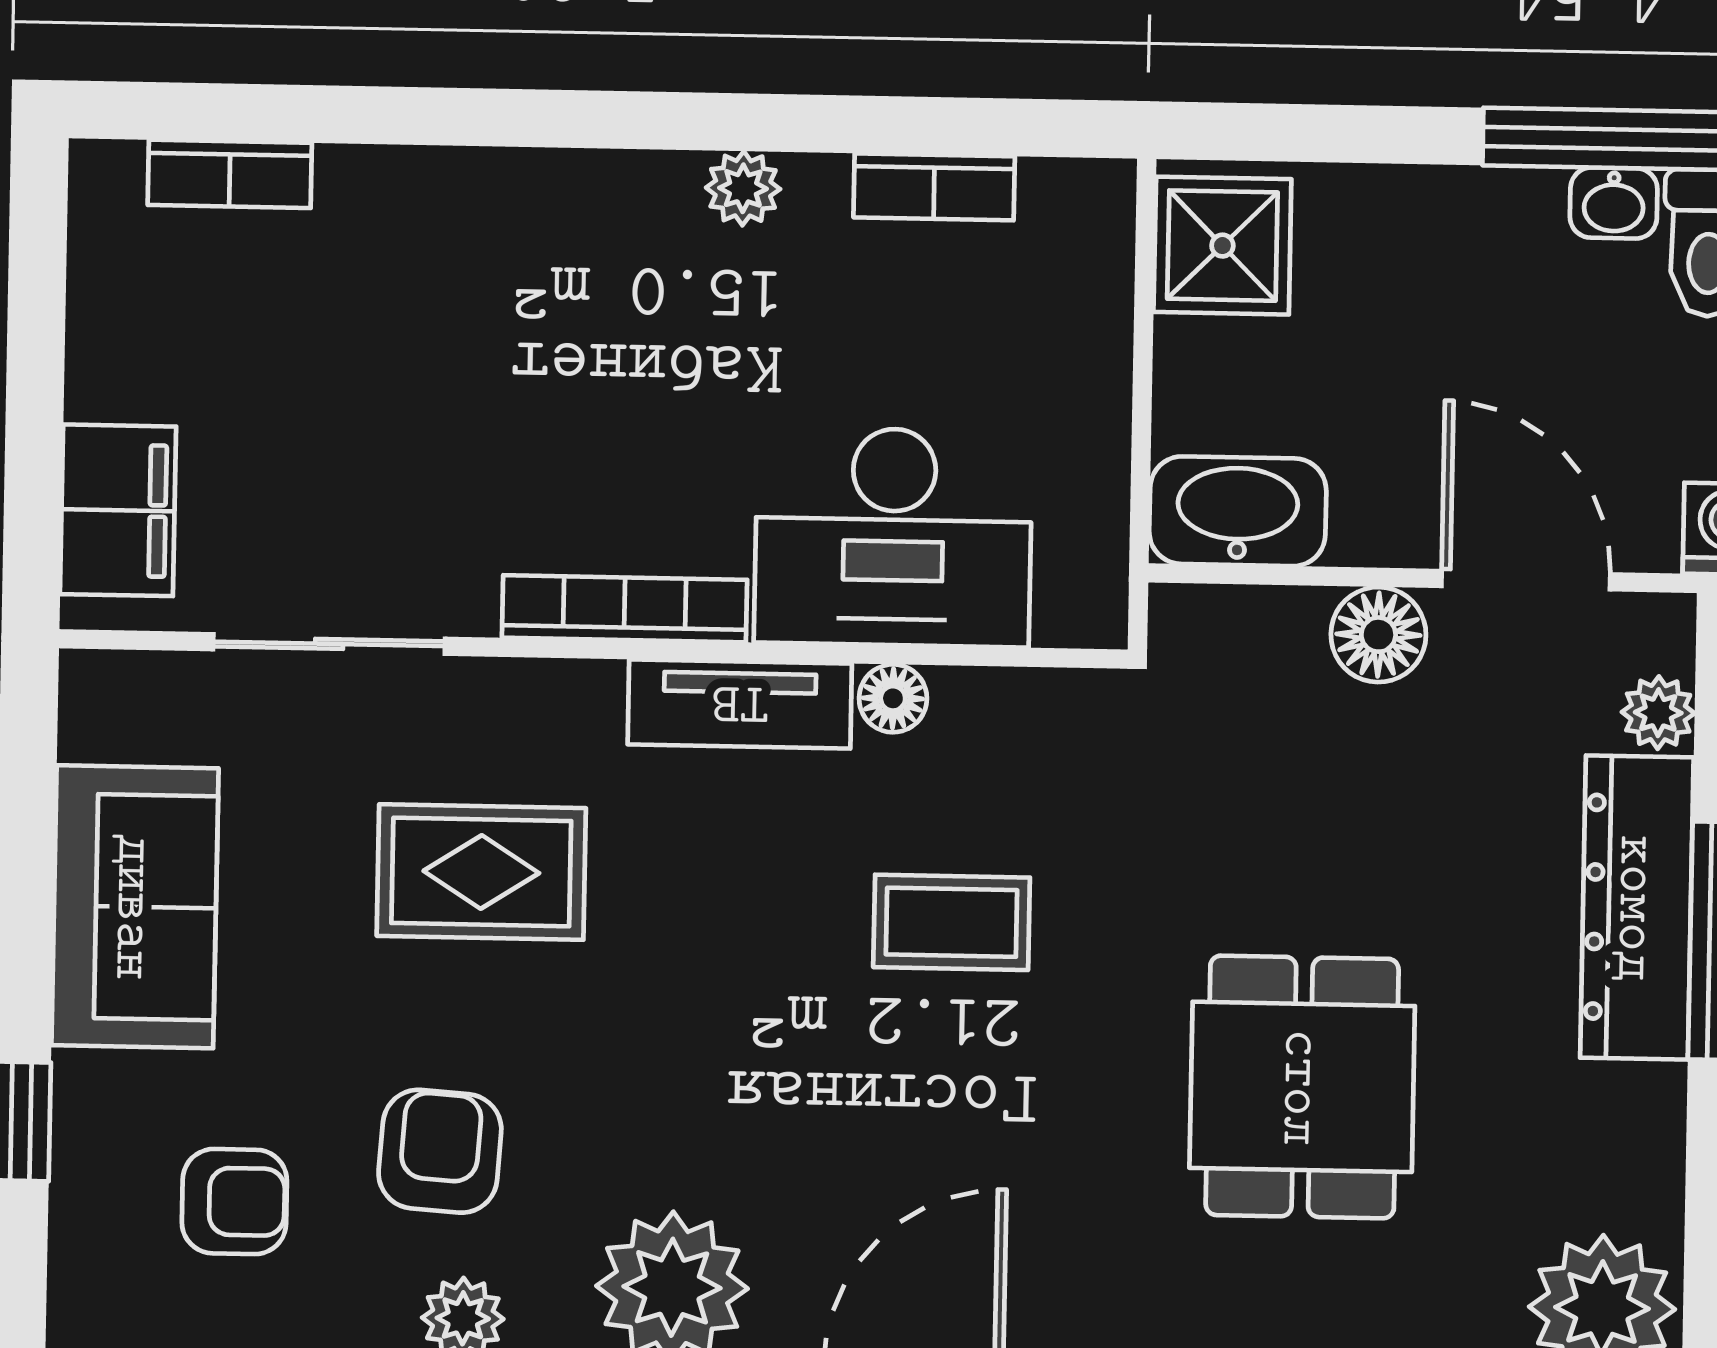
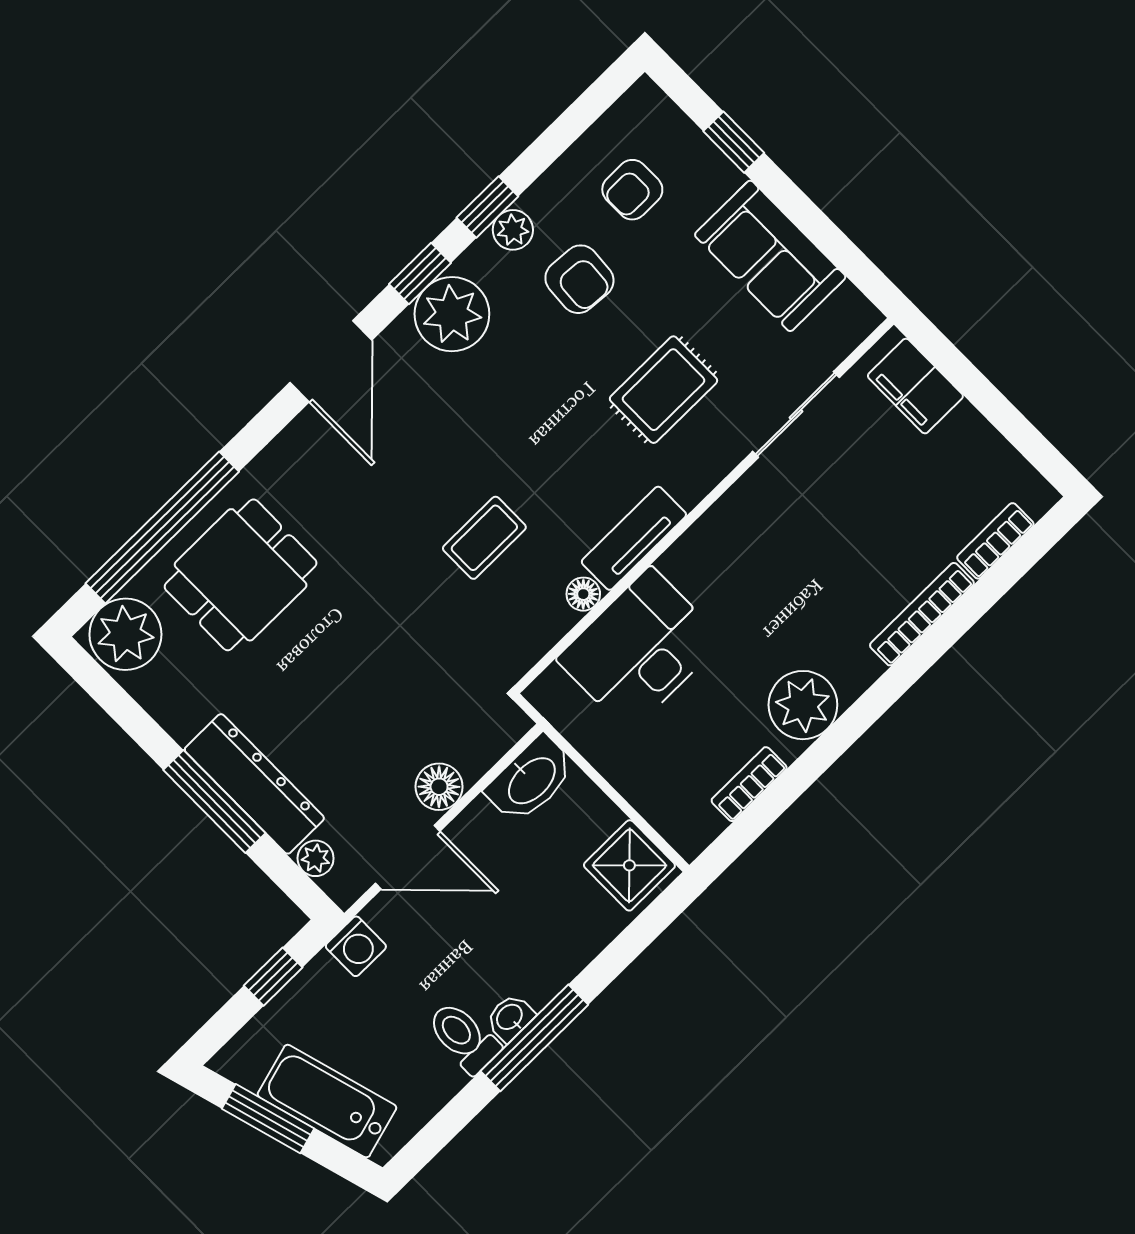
plant: (743, 188) -> (803, 705), width x1.87, depth x1.87
bookcase: (625, 609) -> (922, 614), moved, turned 180
dining table: (1302, 1087) -> (241, 575), moved, turned 90

